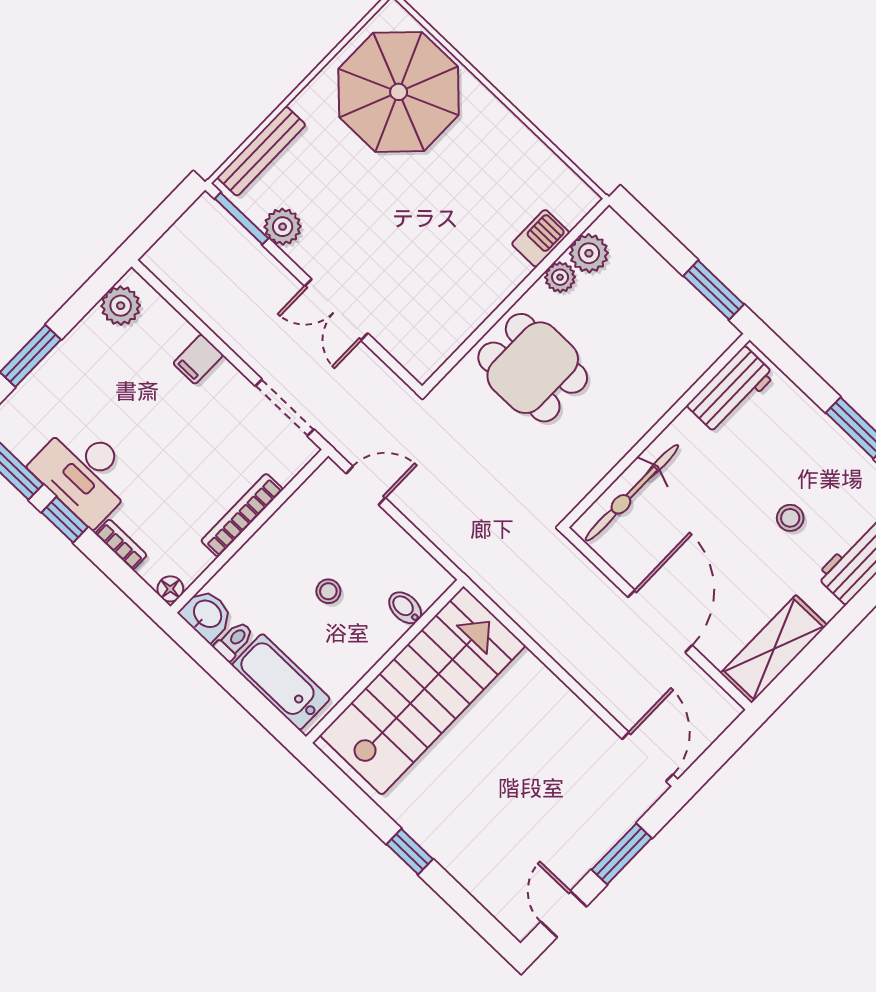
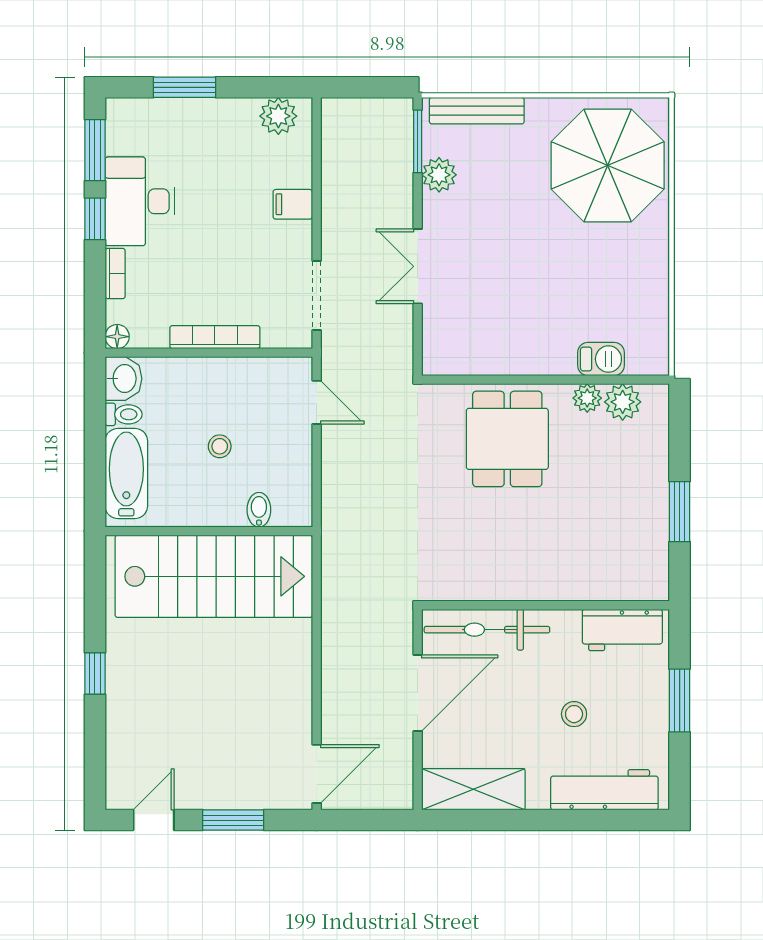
workbench: (731, 390) -> (622, 630), moved
wall: (656, 431) -> (546, 605), moved
bicycle: (632, 493) -> (487, 630), moved

